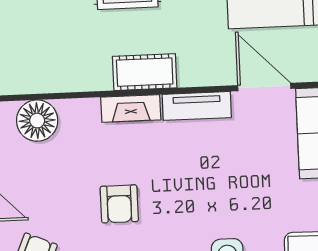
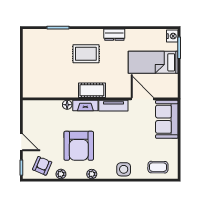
floor lamp: (37, 121) -> (67, 105), moved, width x0.53, depth x0.53
armchair: (119, 204) -> (79, 146), width x1.88, depth x1.88

